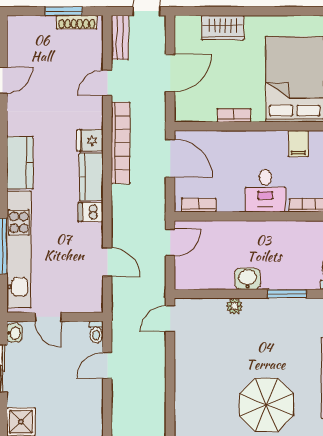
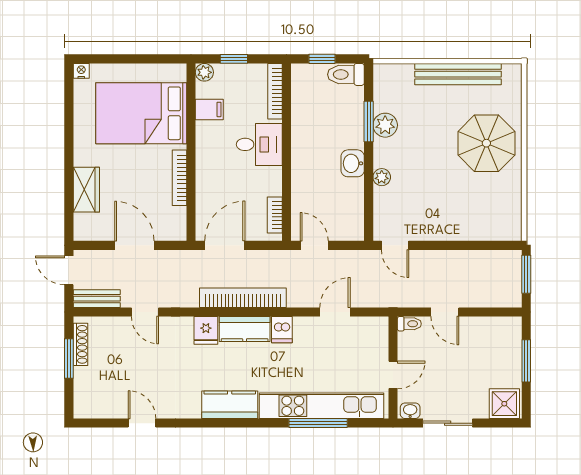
bookcase: (234, 115) -> (179, 178), width x1.56
bookcase: (121, 143) -> (243, 298), moved
plant: (283, 309) -> (385, 125), added

